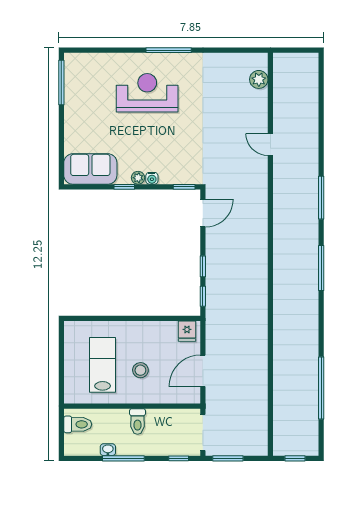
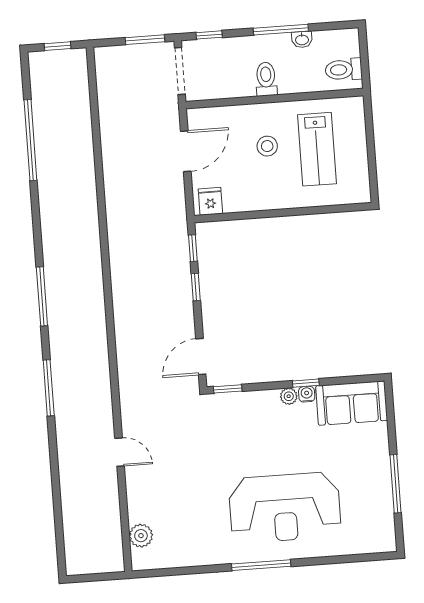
window: (61, 82) -> (396, 484), moved
reception desk: (147, 93) -> (285, 508), width x1.36, depth x1.30
water cooler: (152, 178) -> (307, 394), moved

